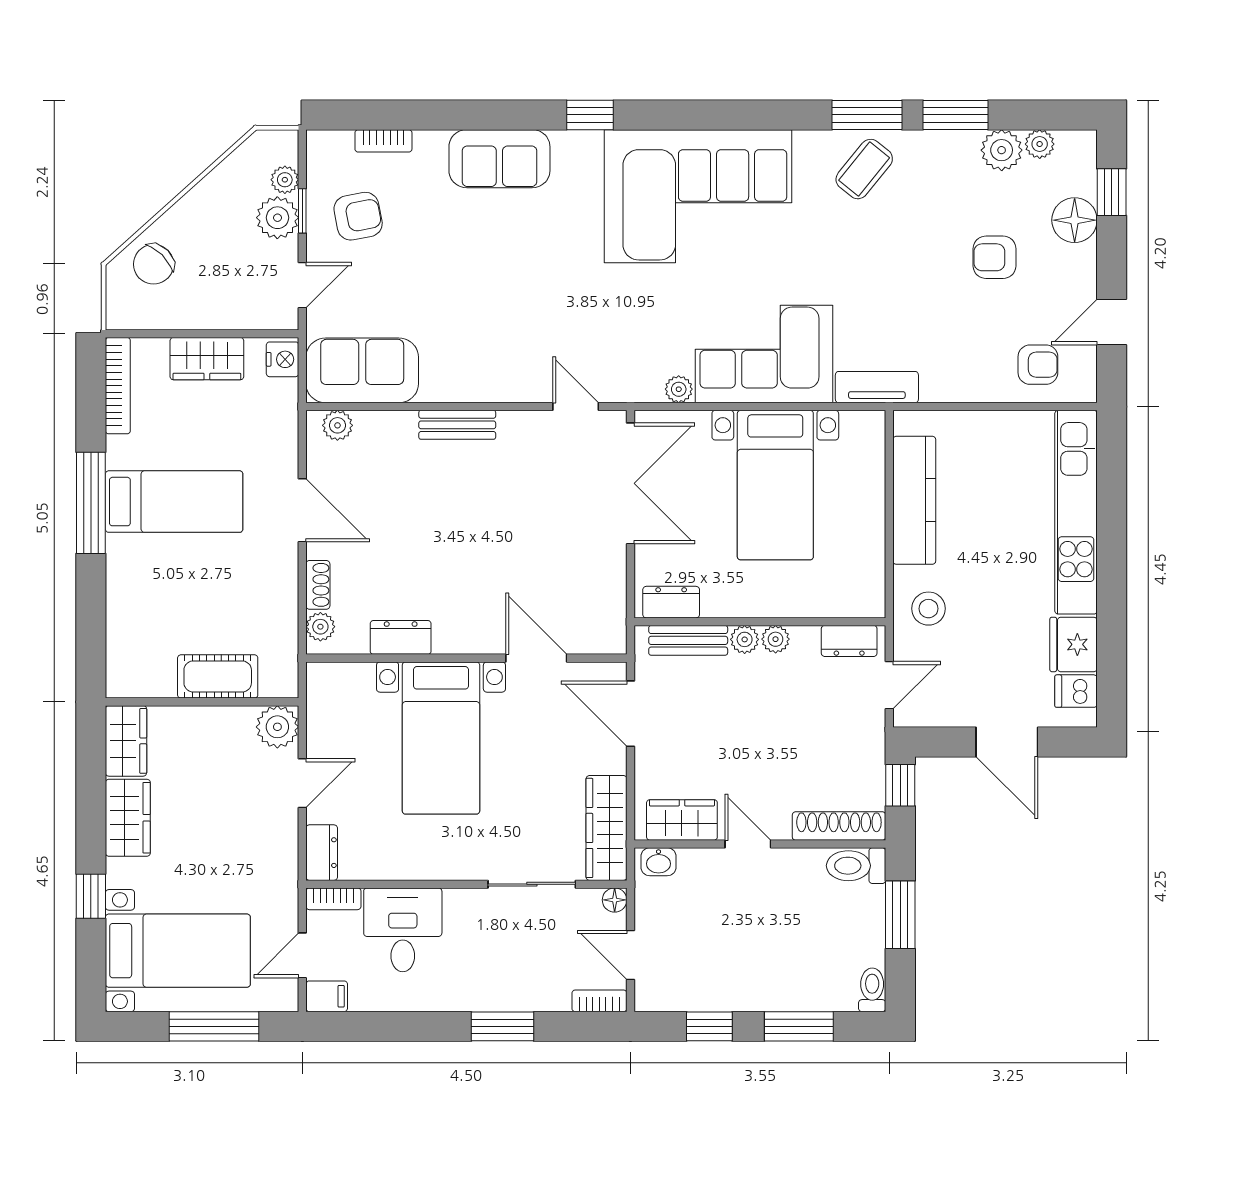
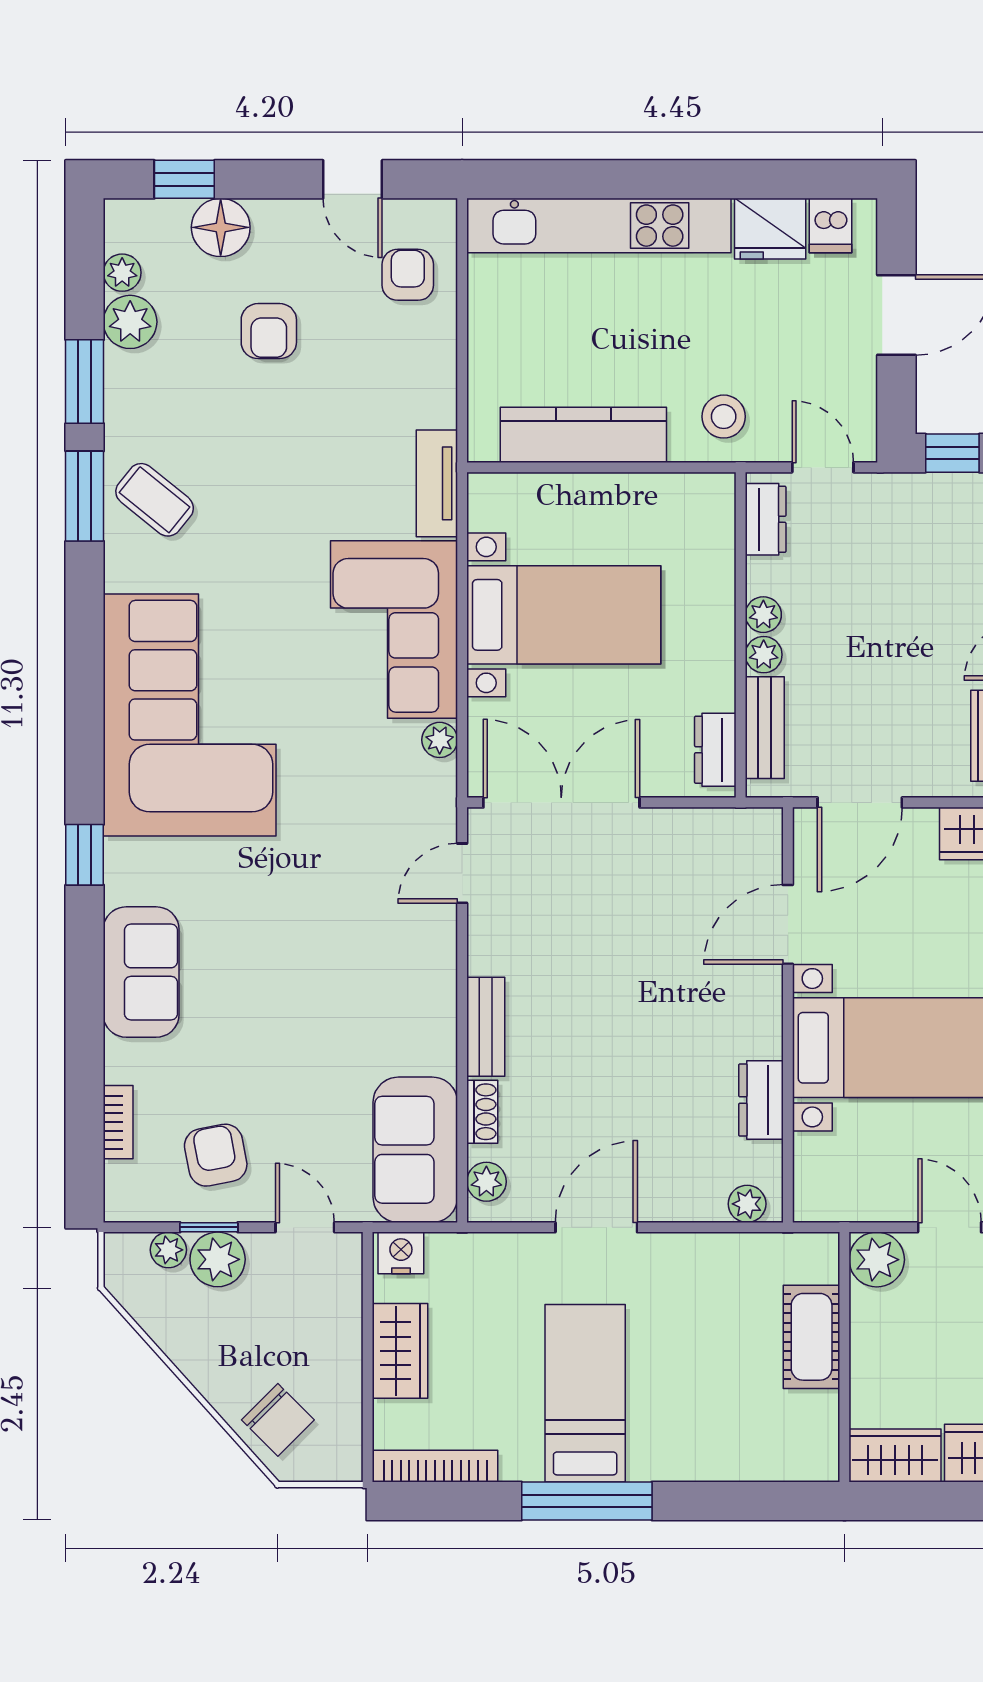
shoe rack: (318, 585) -> (482, 1112), moved, turned 90

